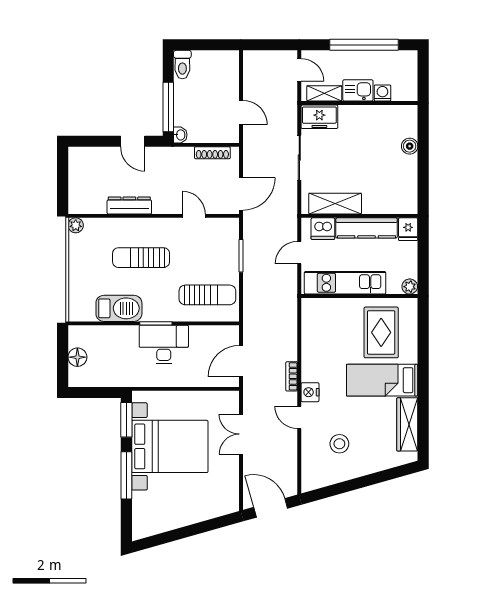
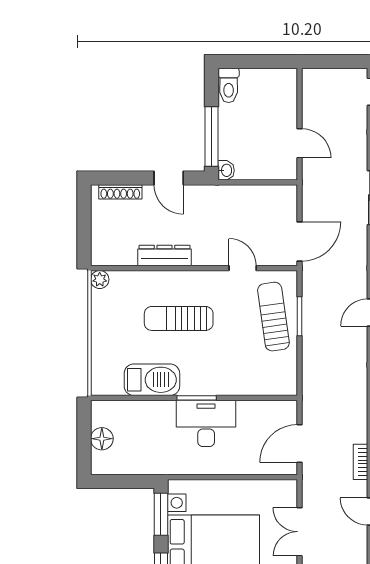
shoe rack: (212, 153) -> (120, 192), moved
sun lounger: (207, 295) -> (273, 317), moved, turned -98

